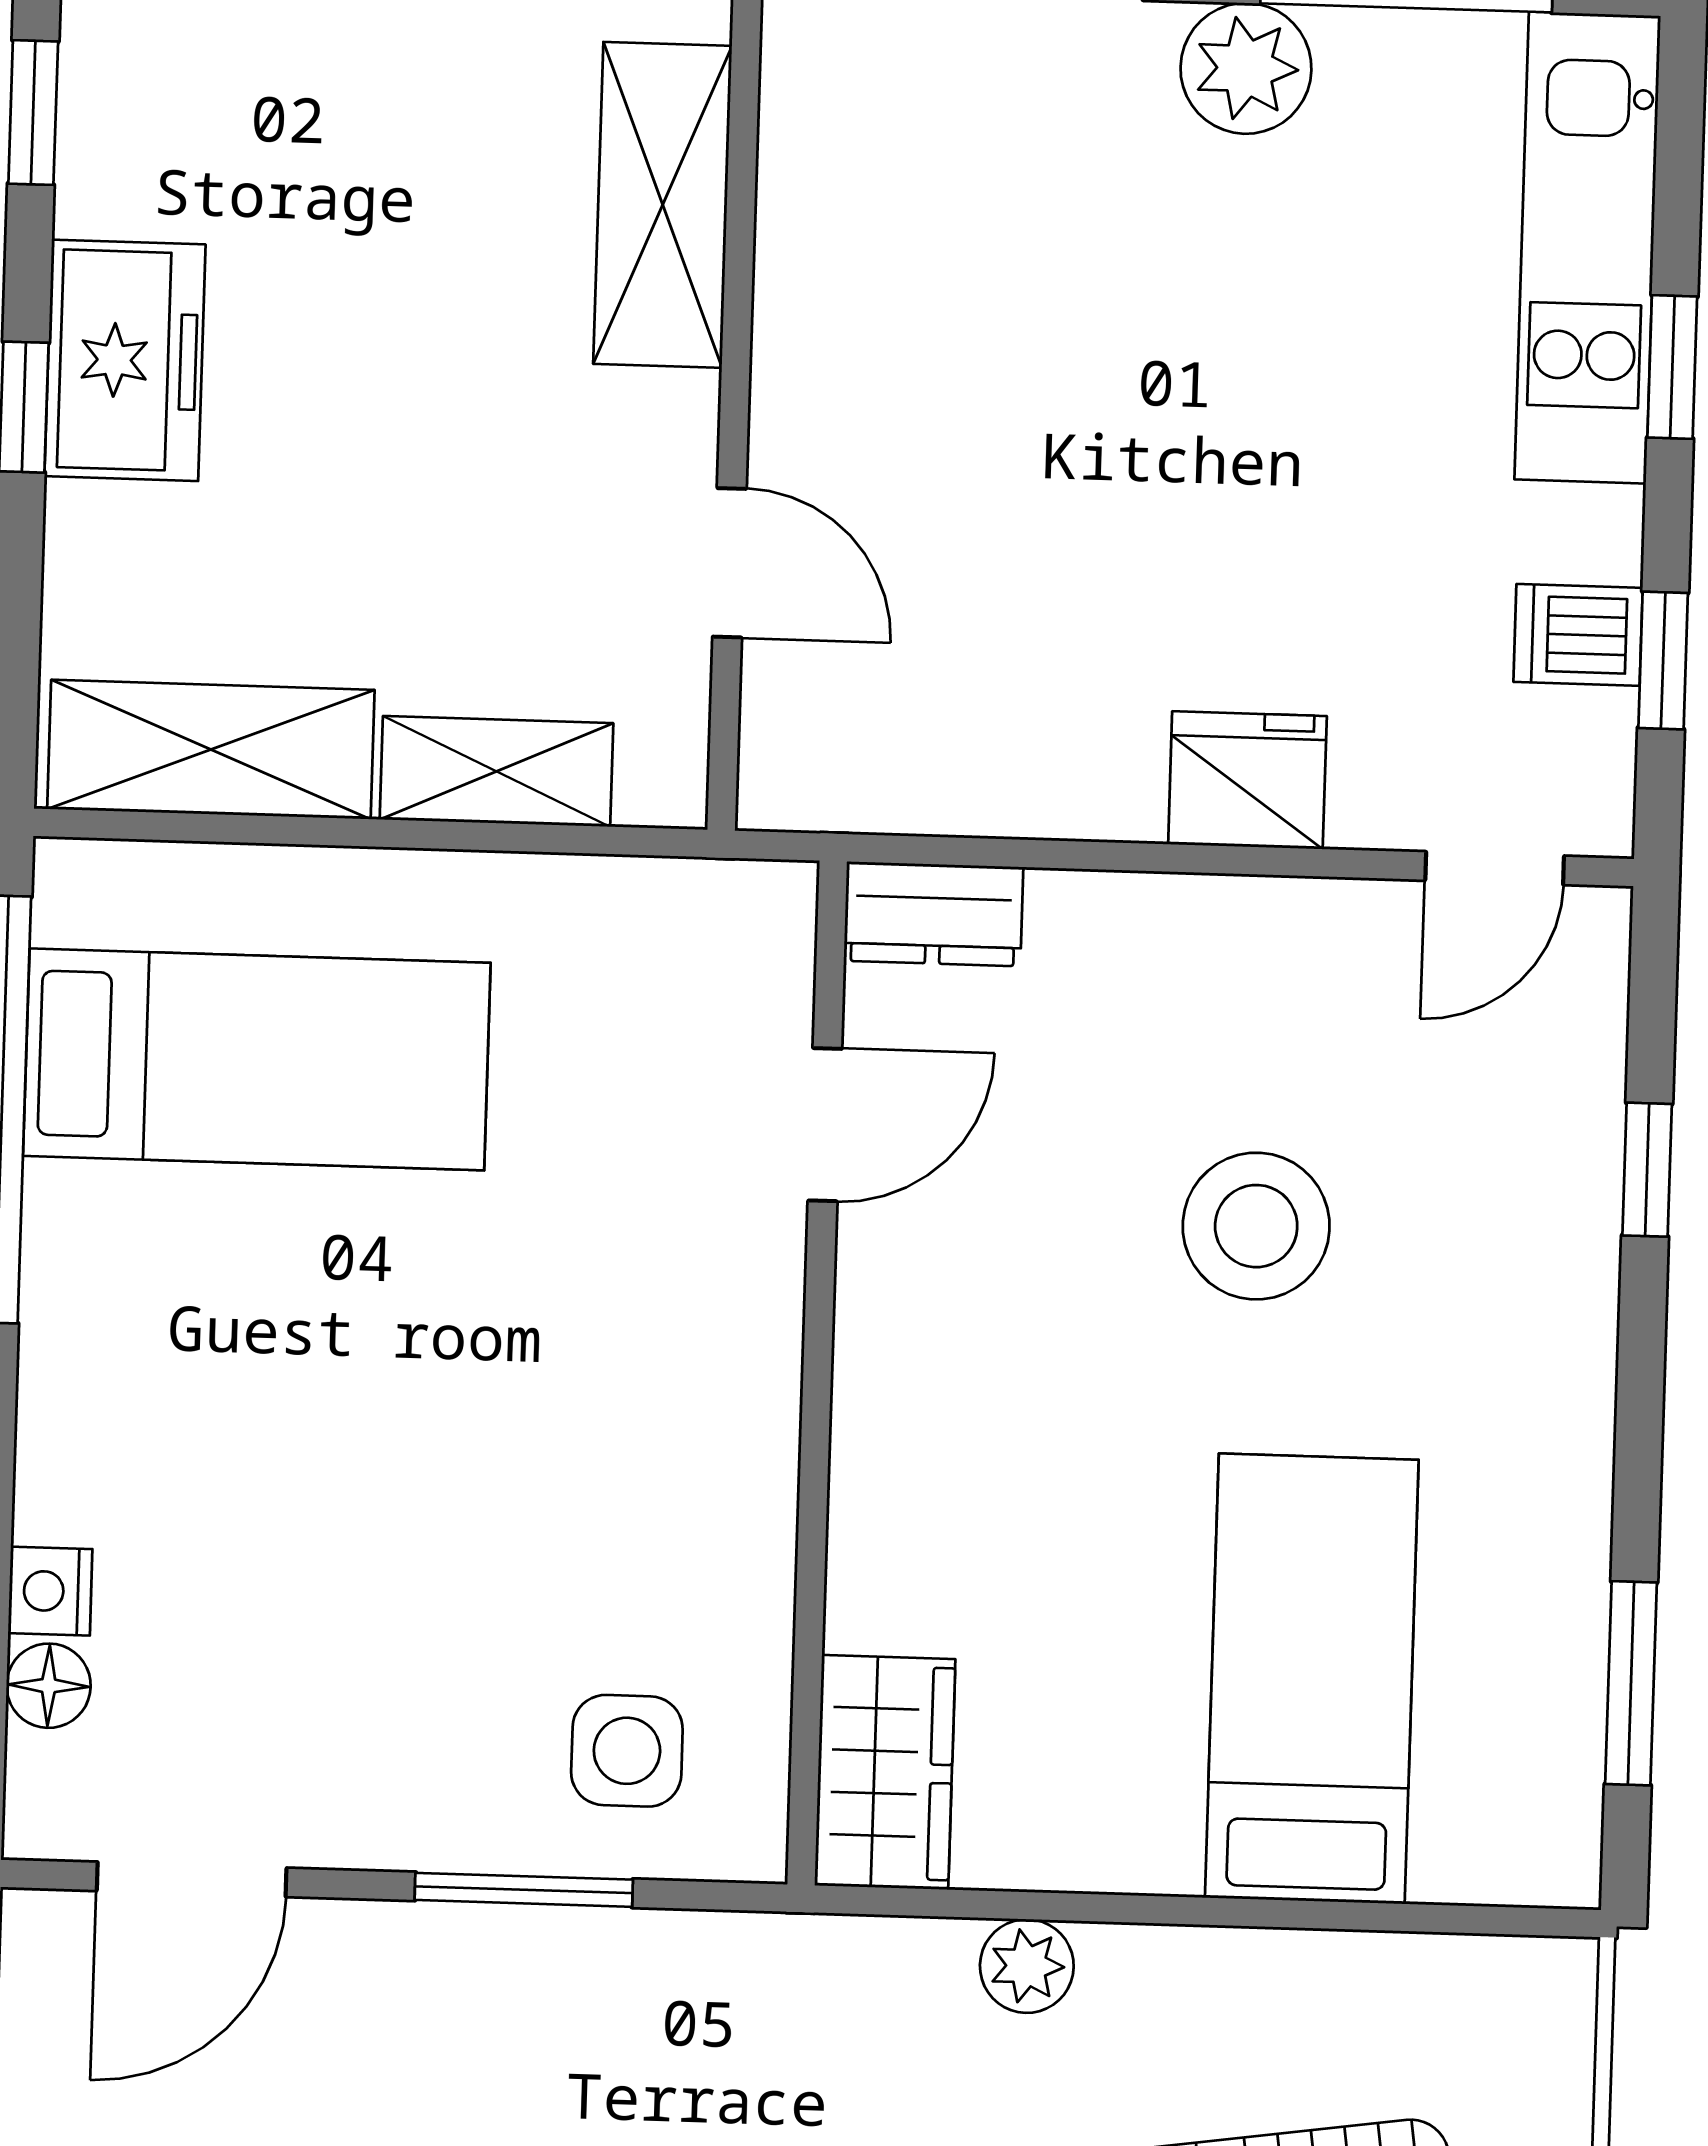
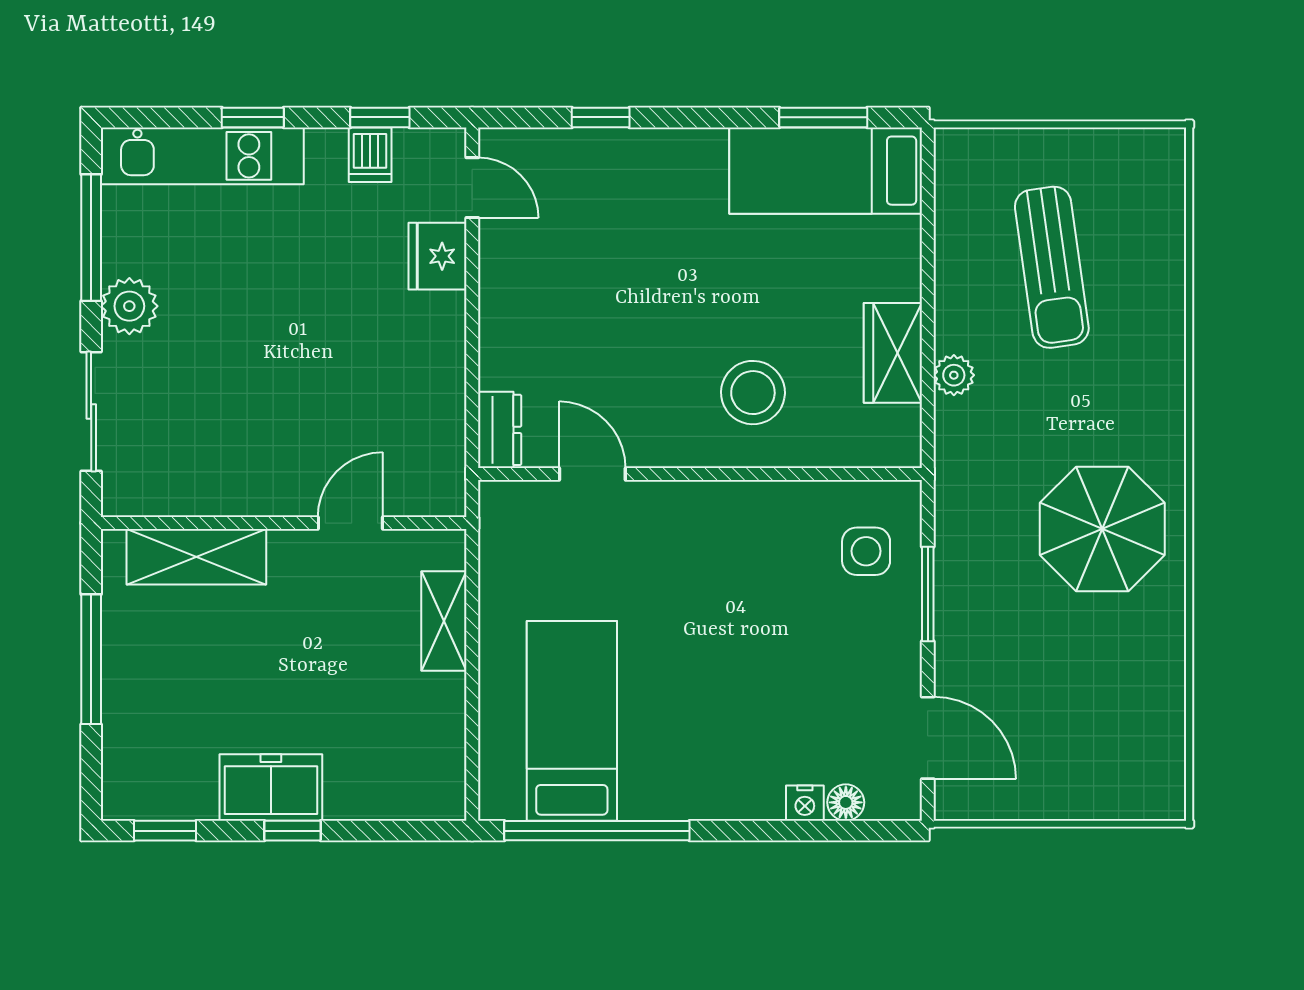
shelving: (211, 750) -> (438, 745), removed
fridge: (1247, 780) -> (437, 256), moved
stool: (1256, 1226) -> (753, 393), moved
bed: (1312, 1679) -> (826, 171), moved
wardrobe: (885, 1772) -> (893, 353), moved, turned -90

